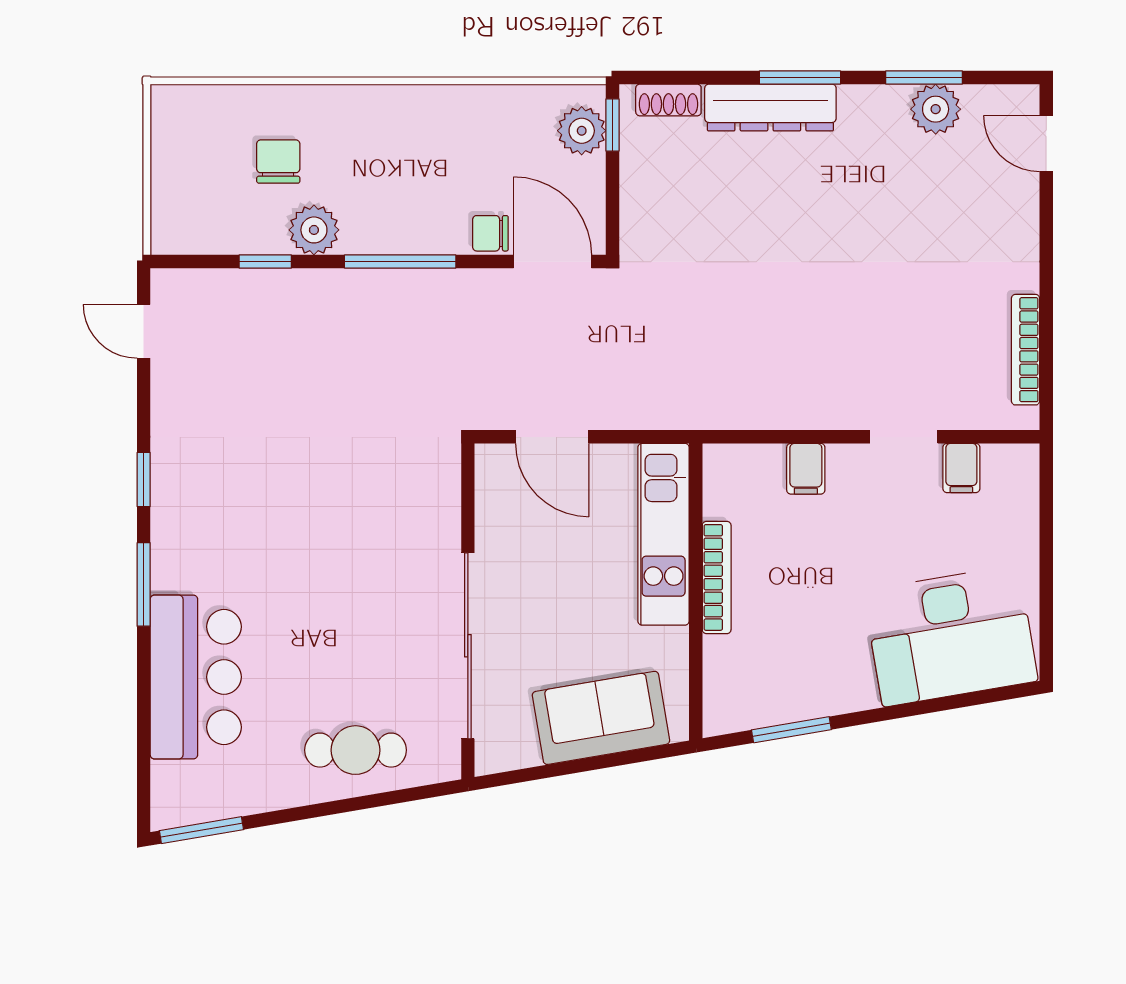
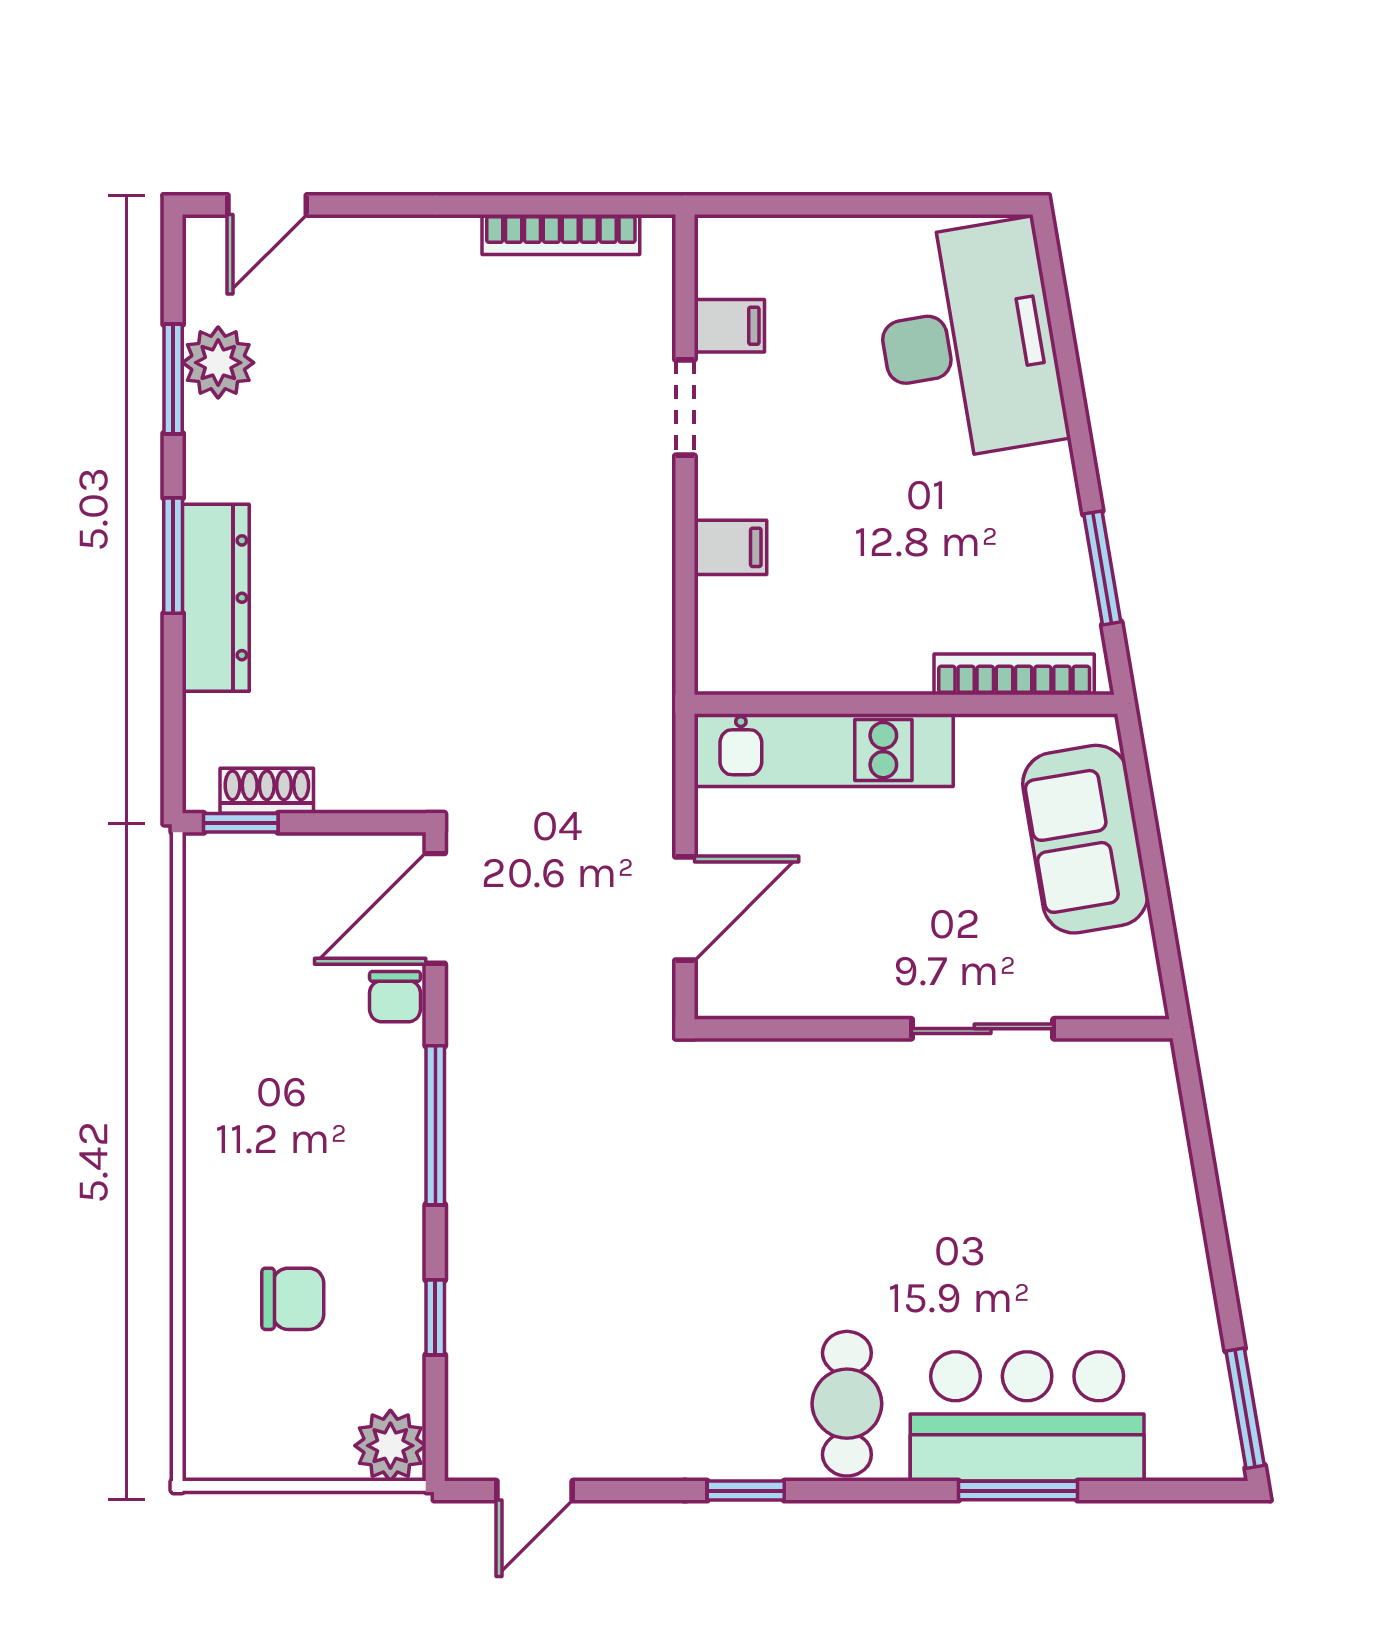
shoe rack: (668, 100) -> (267, 791), moved, turned -90
plant: (582, 131) -> (249, 867), removed
chair: (278, 161) -> (293, 1299), turned 180
plant: (314, 230) -> (390, 1446), moved
bookcase: (717, 577) -> (1014, 674), moved
window: (144, 584) -> (1018, 1491), moved
sliding door: (468, 646) -> (983, 1029), width x0.54
cafe table: (356, 750) -> (847, 1404), moved

